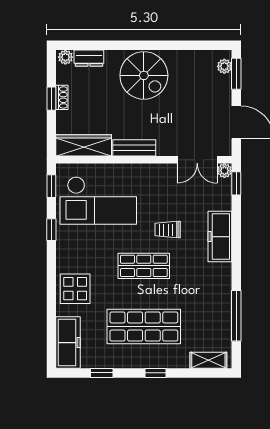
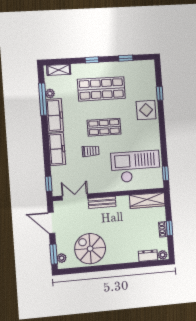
spiral stairs: (144, 75) -> (90, 249), moved
bench: (134, 148) -> (102, 202), moved
plant: (224, 171) -> (50, 94), moved
window: (51, 230) -> (160, 93), moved
freezer: (68, 343) -> (55, 115), moved, turned 180

